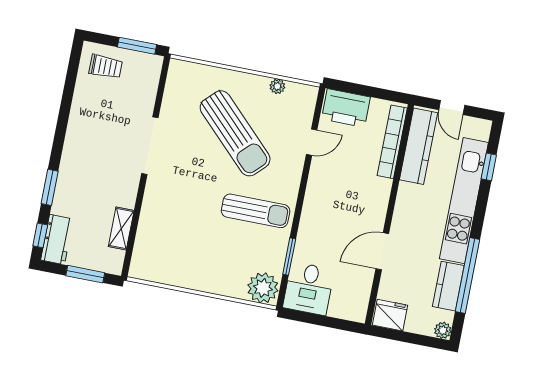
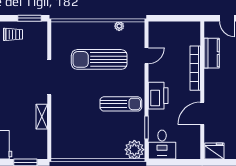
printer: (346, 108) -> (158, 96), moved, turned -90
sun lounger: (235, 133) -> (99, 59), turned 135
bookcase: (392, 142) -> (195, 68), moved
kitchen counter: (418, 146) -> (212, 53), width x0.67
shelving: (121, 228) -> (42, 117), moved

